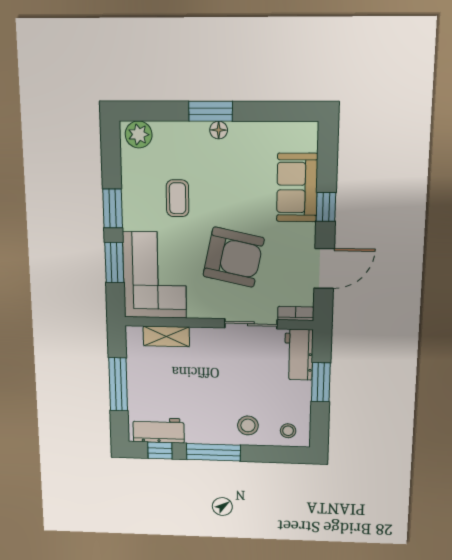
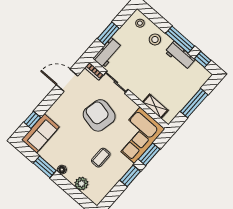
window: (211, 111) -> (45, 167), moved
plant: (139, 135) -> (81, 184), moved
sofa: (297, 188) -> (40, 133), moved
window: (326, 207) -> (32, 120), moved
workbench: (159, 430) -> (180, 56), moved

